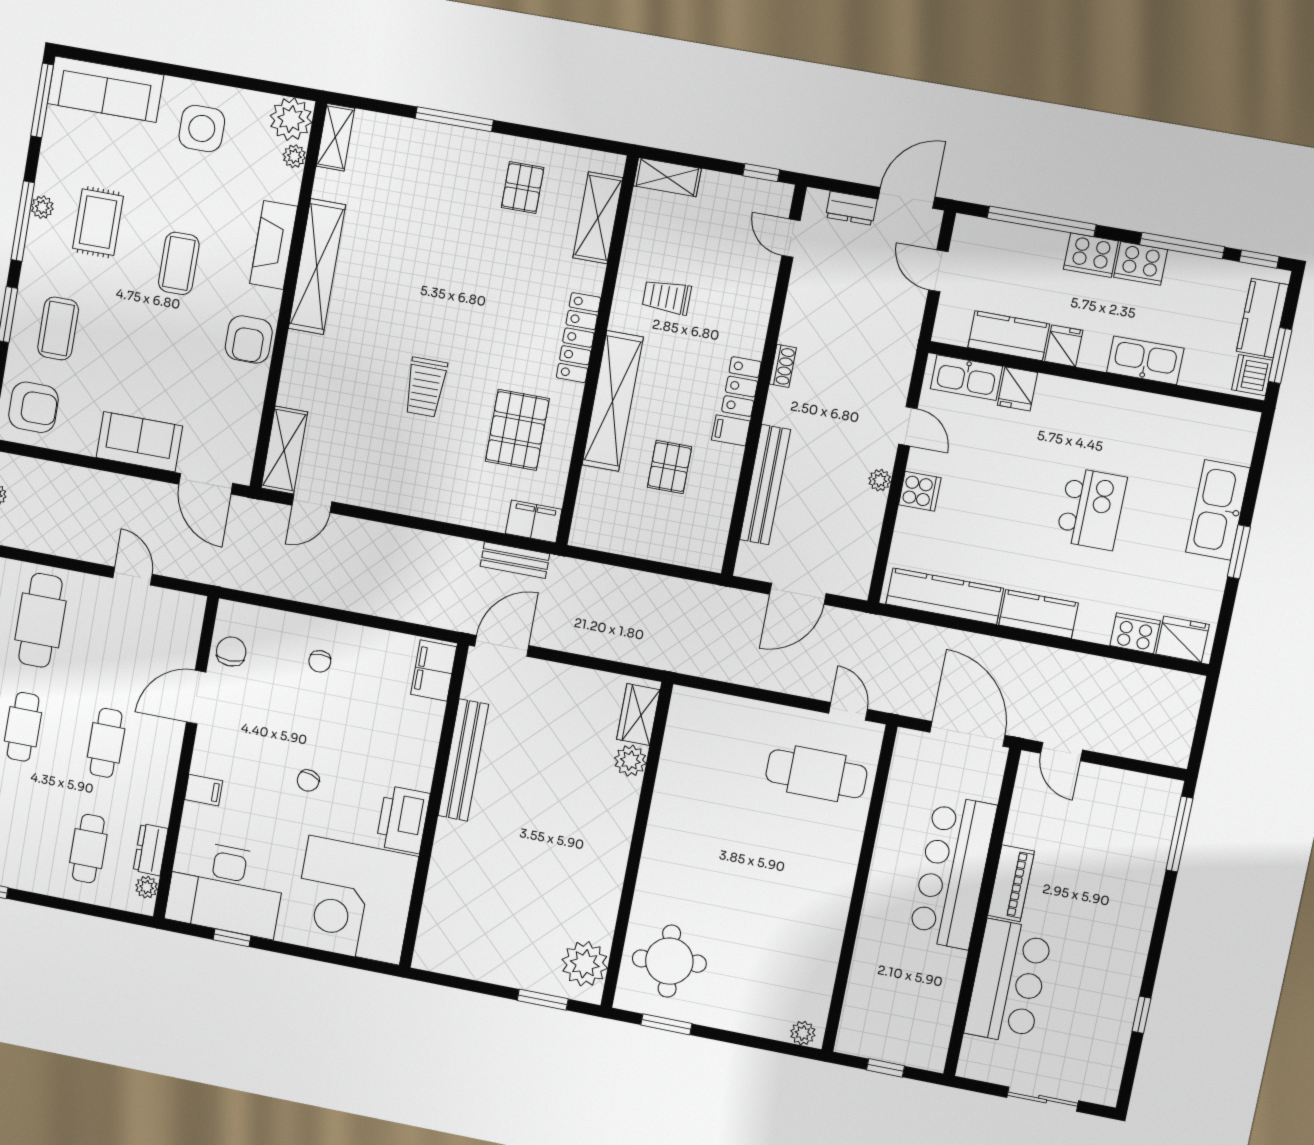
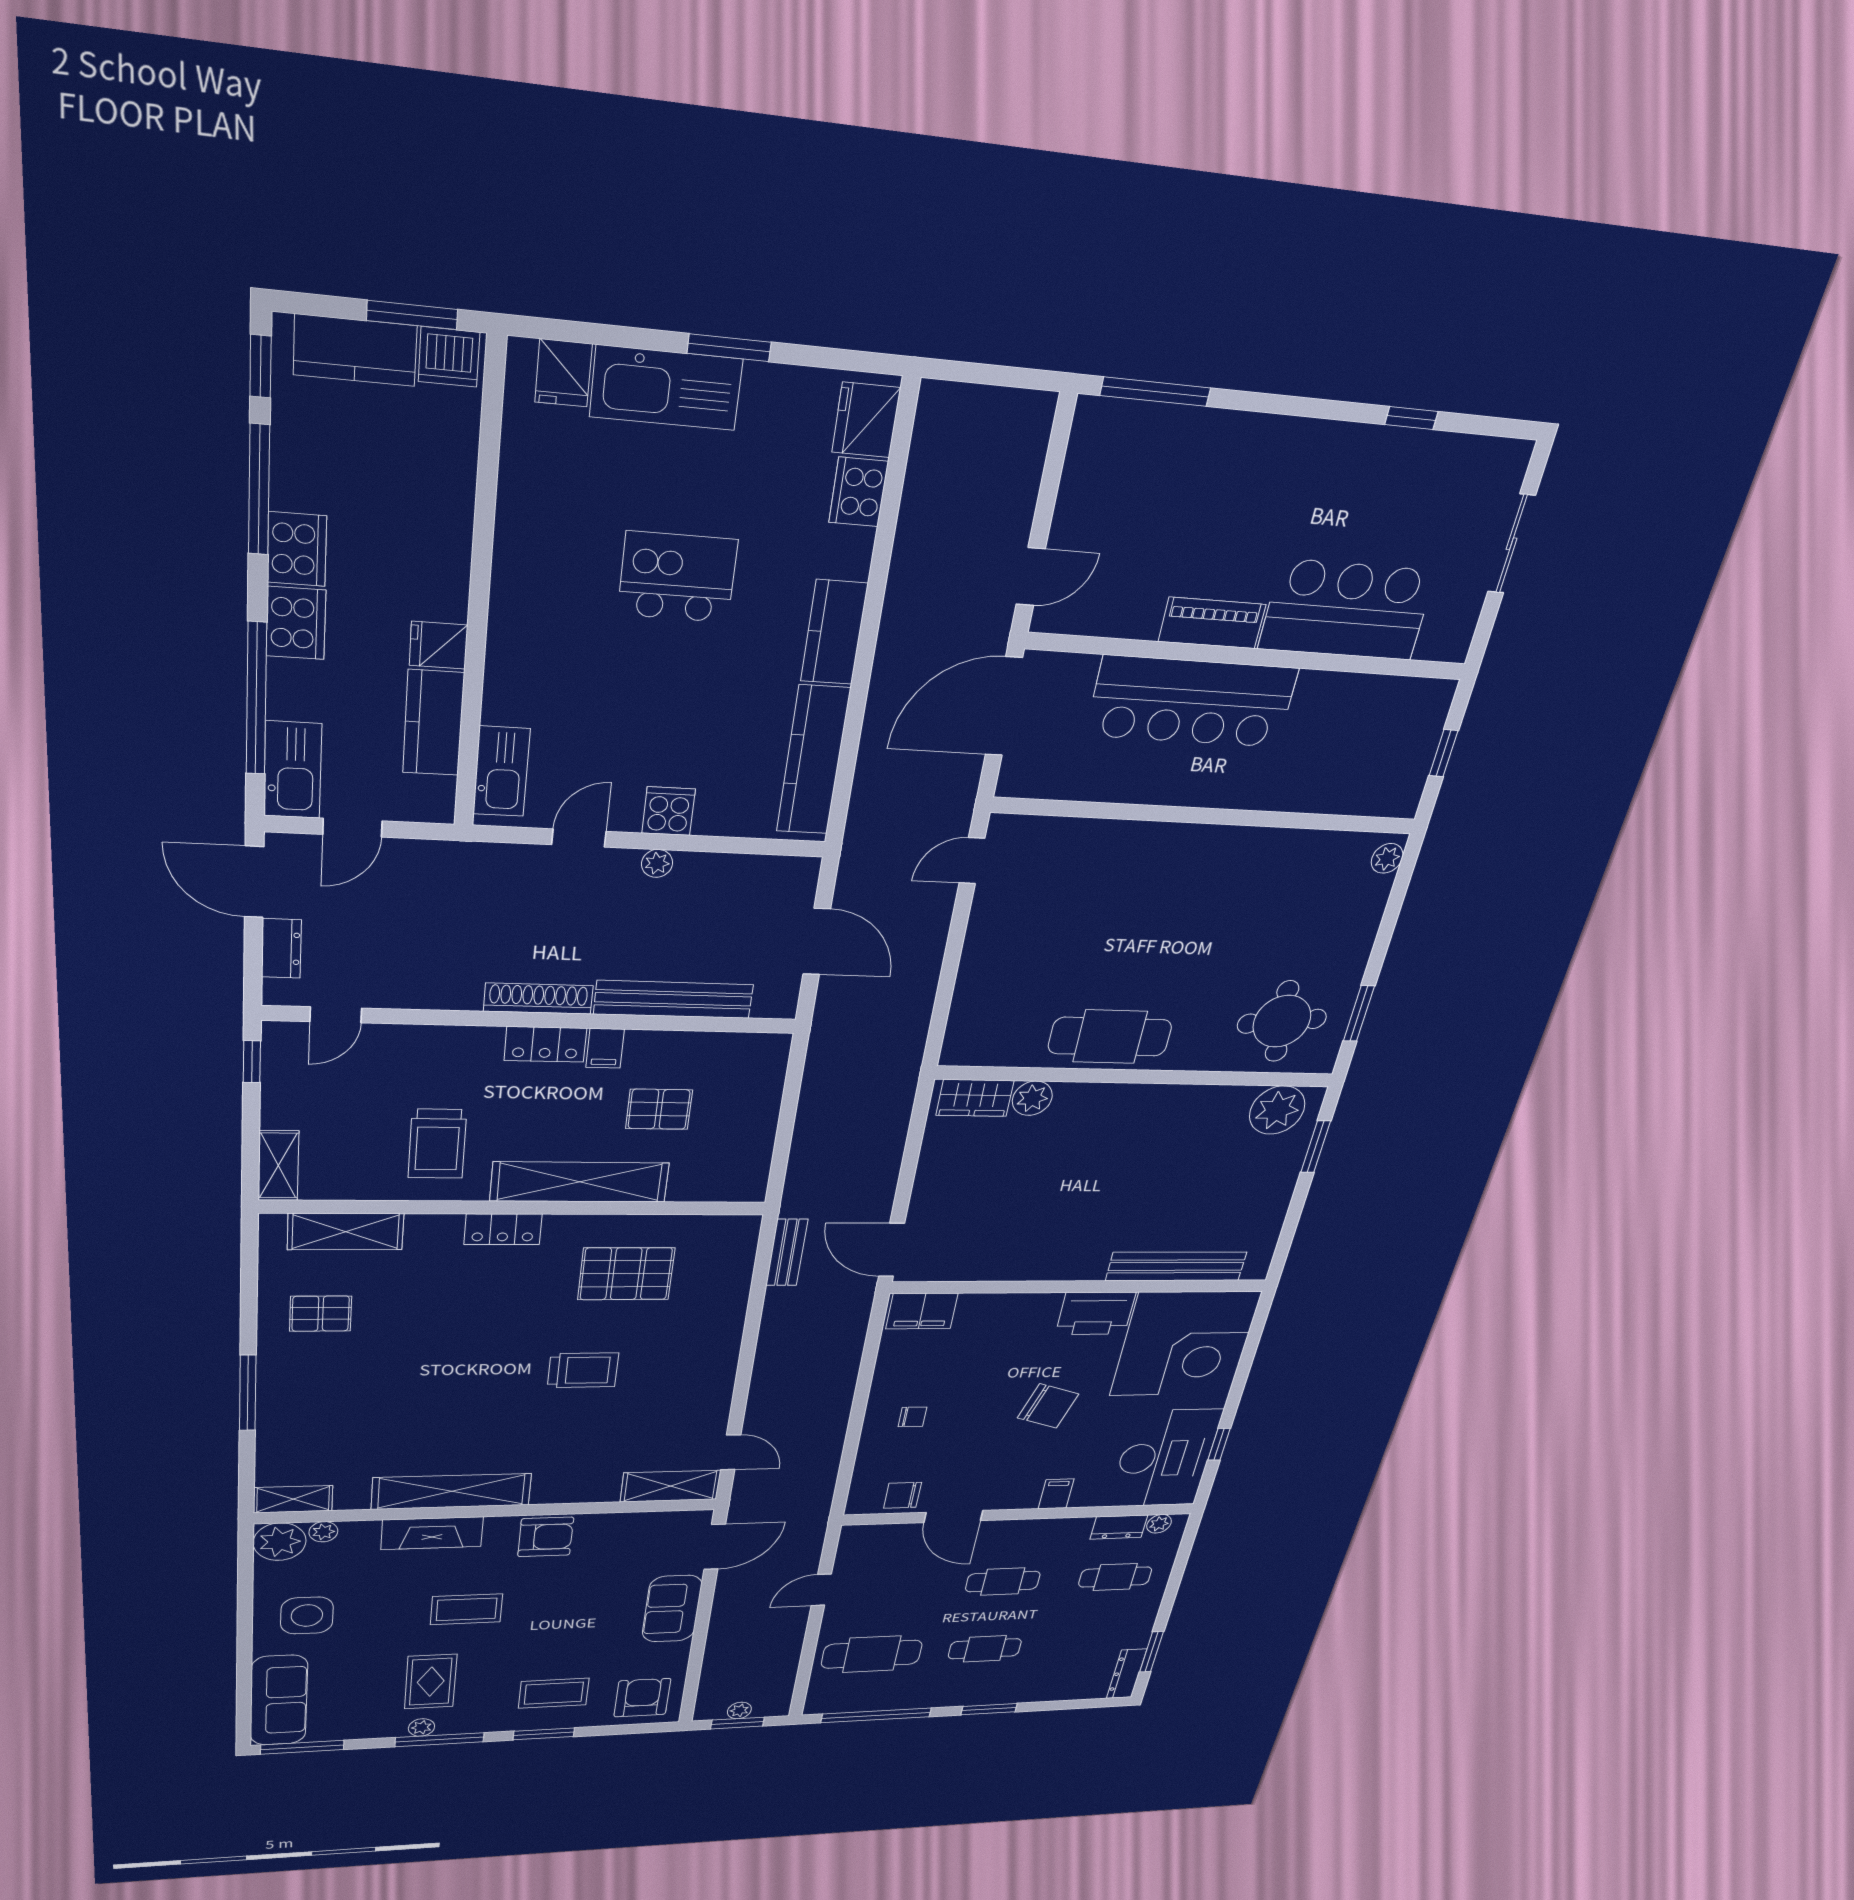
rug: (98, 222) -> (431, 1682), turned 90
trolley: (667, 297) -> (437, 1144), width x1.36, depth x1.39
locker: (578, 338) -> (503, 1229), width x0.66
kitchen sink: (1145, 360) -> (293, 770), moved, turned 180
shoe rack: (783, 366) -> (538, 999), width x1.94, depth x1.24
fridge: (1017, 389) -> (563, 373), moved, turned 90
filing cabinet: (534, 521) -> (738, 1241), removed
bench: (463, 760) -> (1176, 1266), moved
cafe table: (816, 774) -> (1110, 1037), moved, turned 90
chair: (308, 781) -> (1048, 1406), width x1.87, depth x1.87

